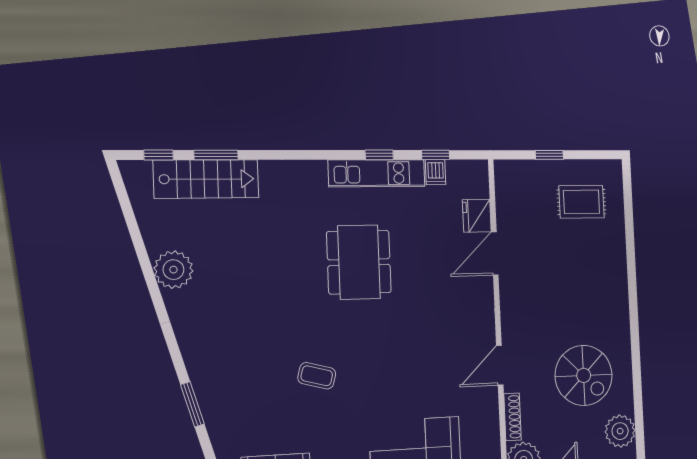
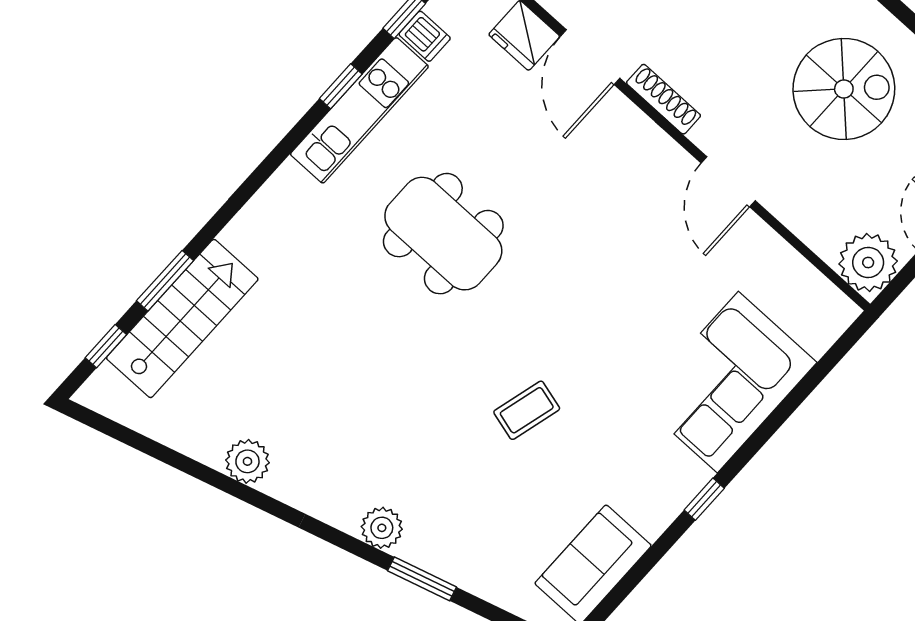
plant: (173, 270) -> (247, 461), width x0.73, depth x0.73
plant: (198, 363) -> (382, 528), added
shoe rack: (512, 417) -> (664, 99), moved

